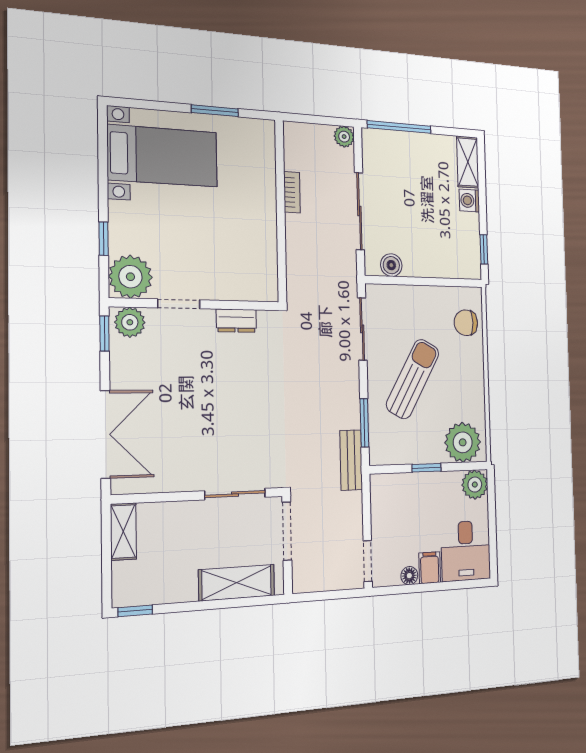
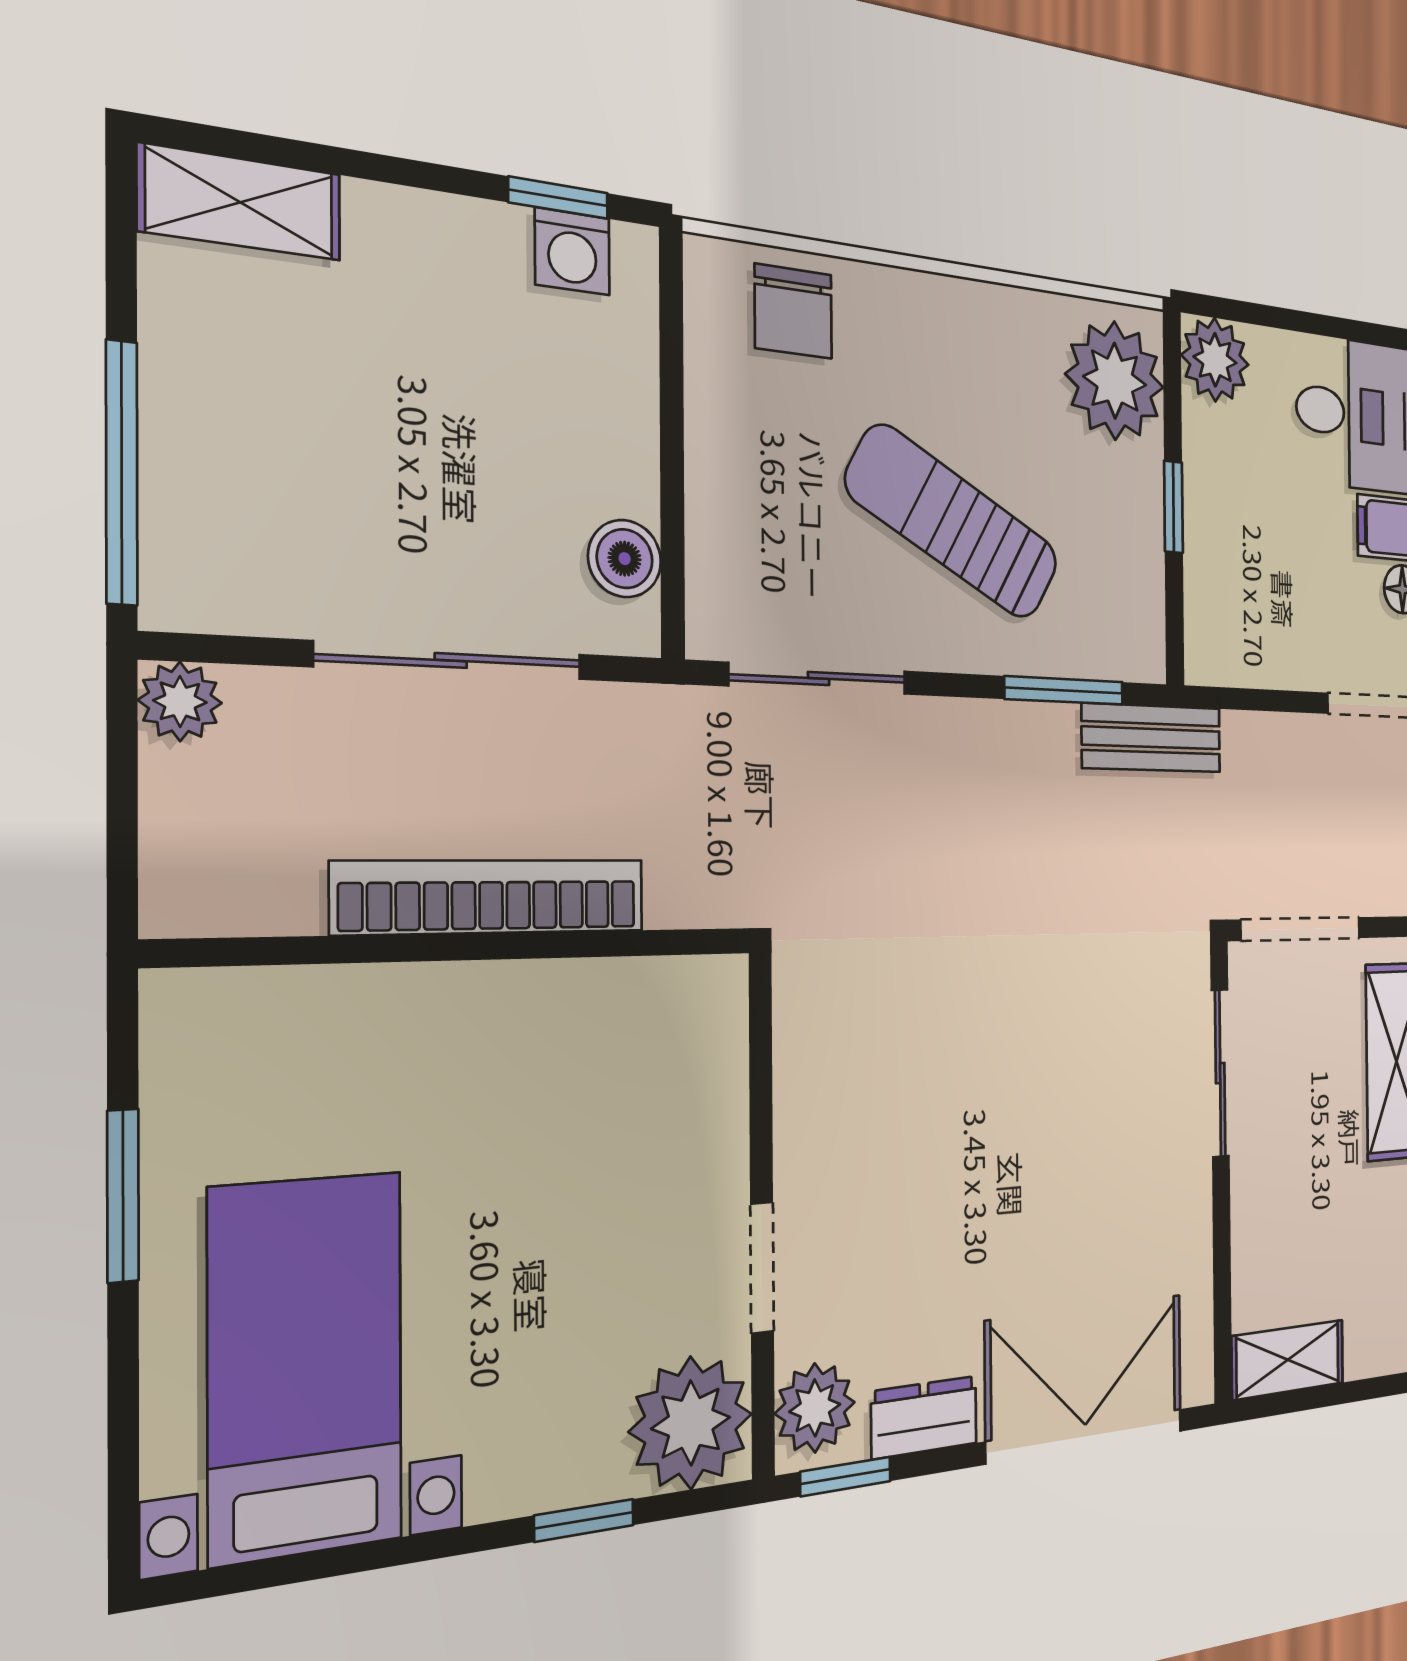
bookcase: (292, 192) -> (491, 897), width x2.31, depth x1.31
washing machine: (469, 200) -> (572, 251), moved
dresser: (236, 321) -> (924, 1417), moved, turned -90

